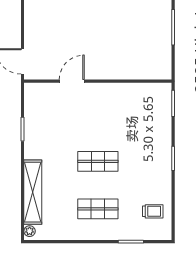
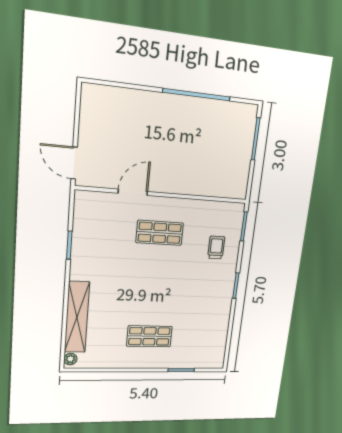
shop shelf: (98, 161) -> (160, 233), moved
trolley: (153, 211) -> (216, 247), moved, turned -90

